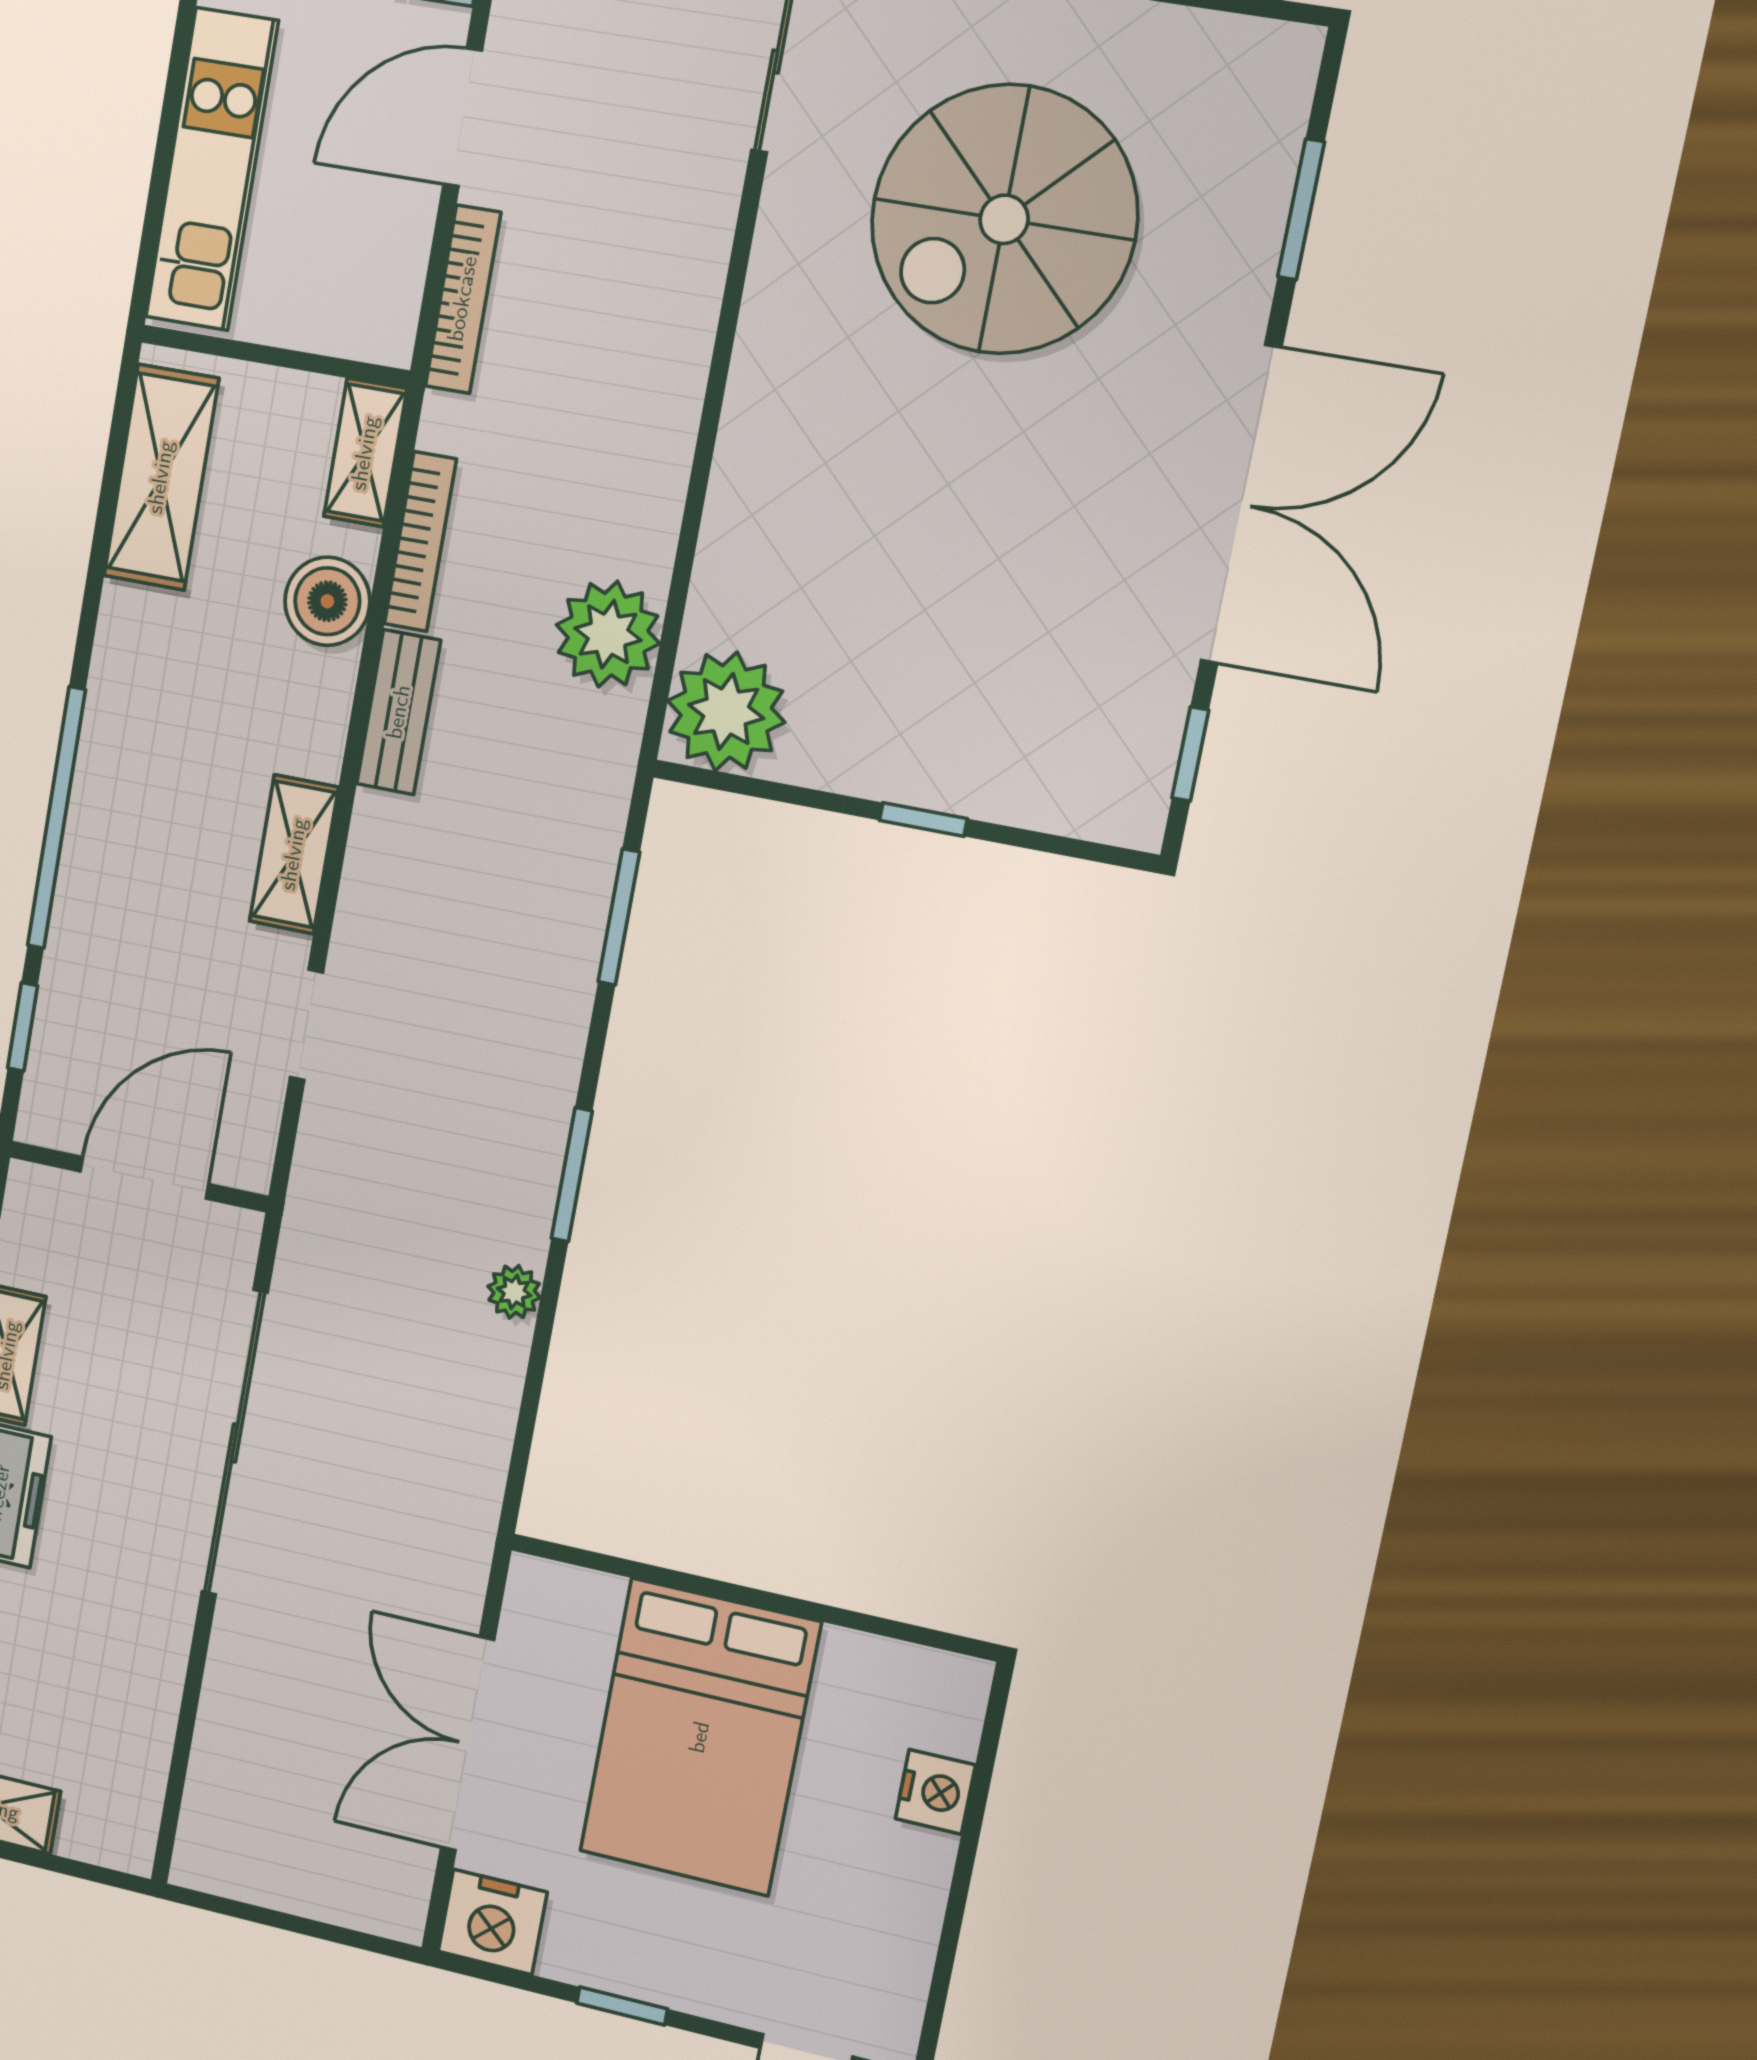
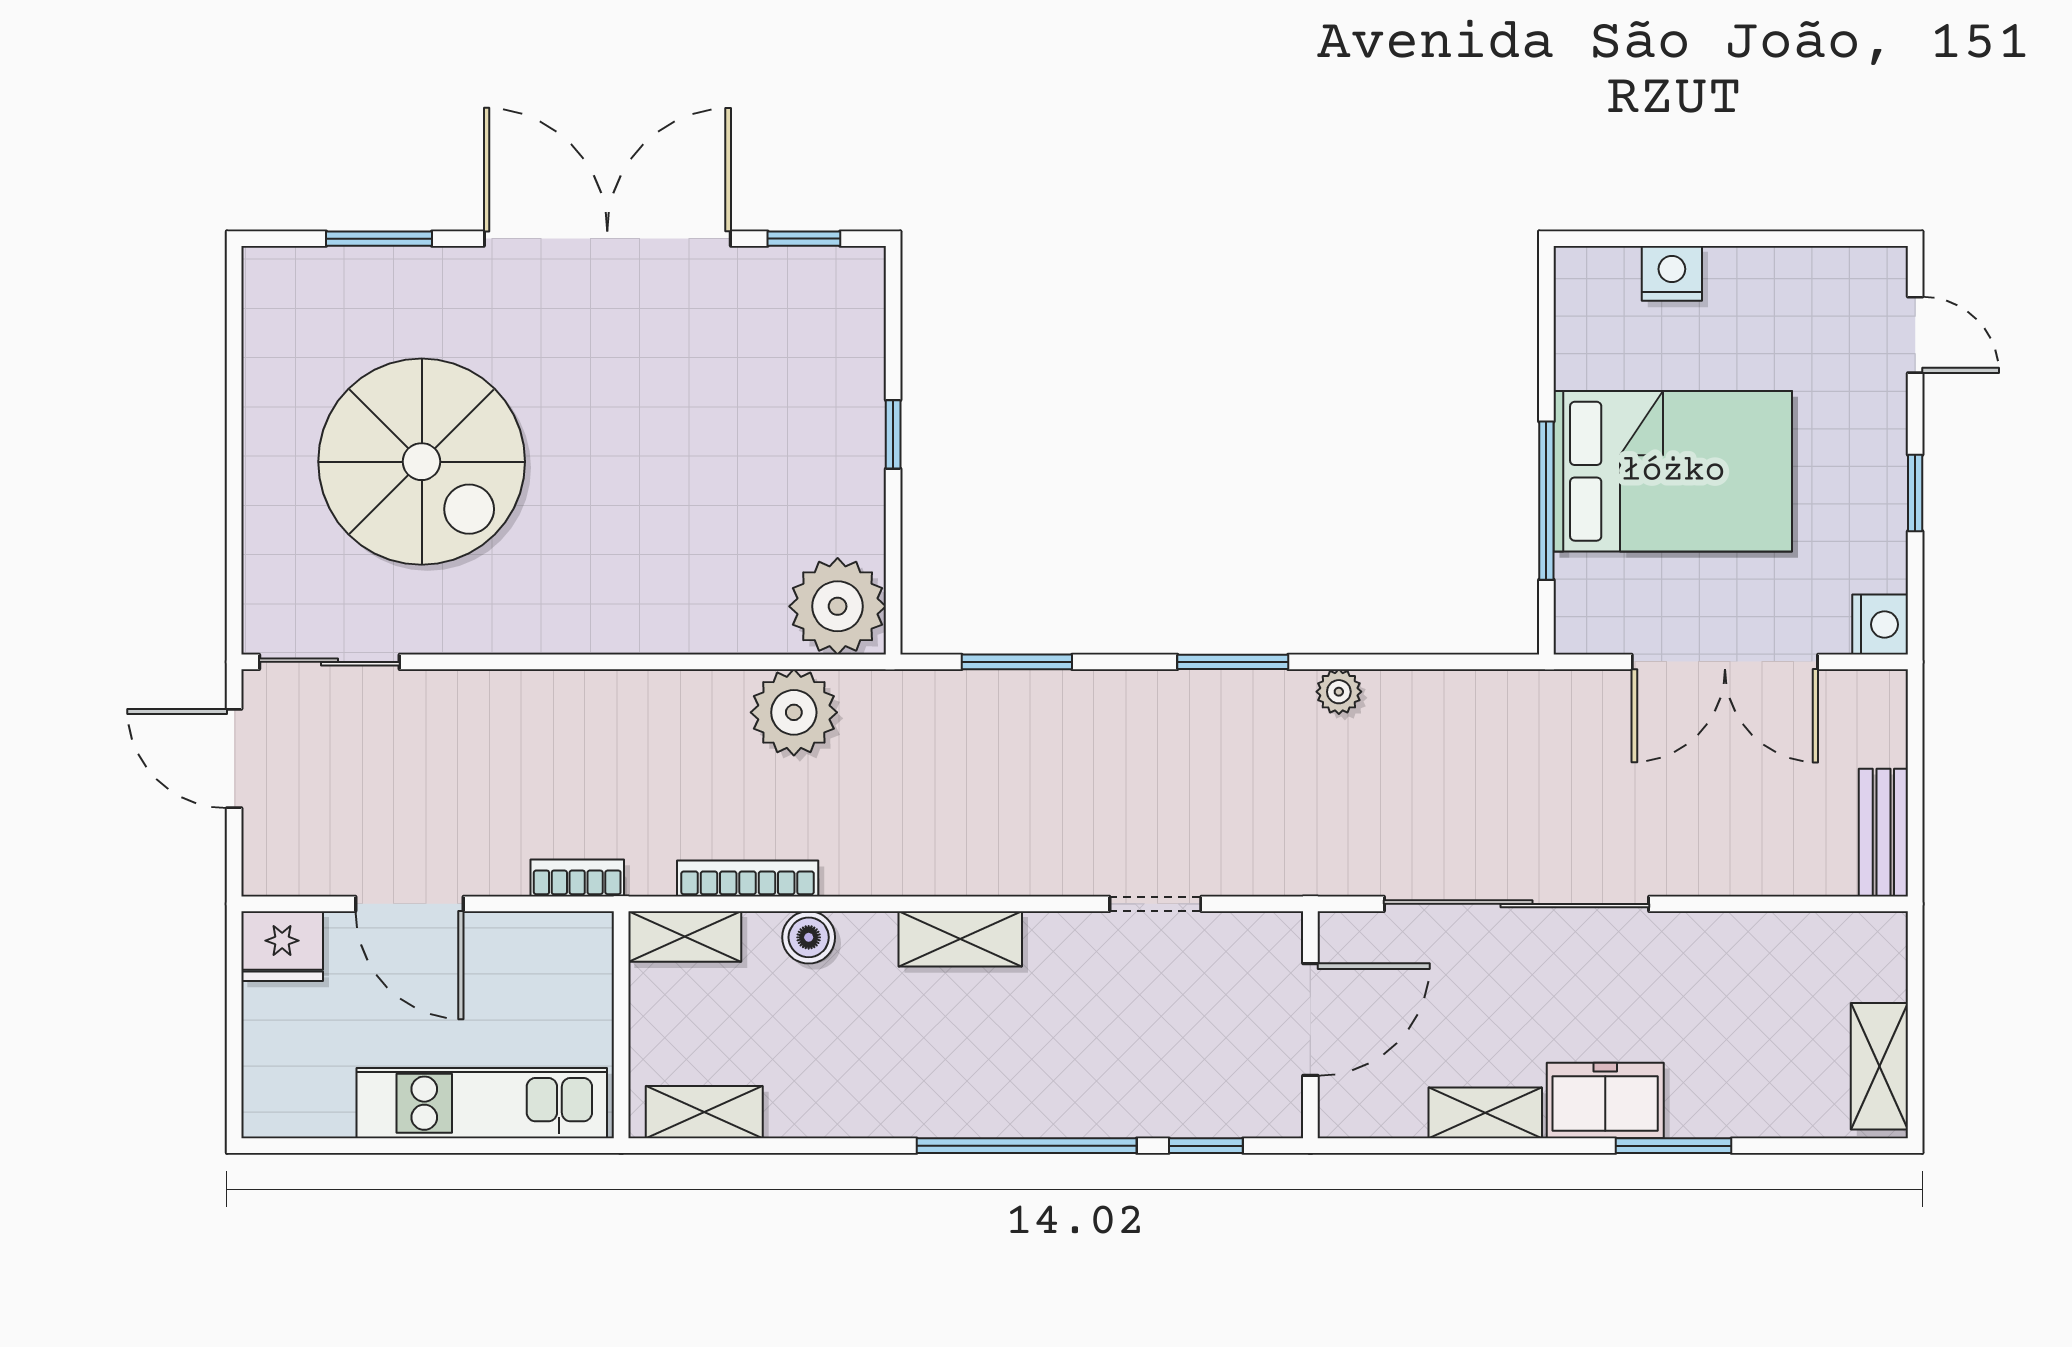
bookcase: (463, 299) -> (577, 878), width x0.64
shelving: (161, 477) -> (704, 1112), width x0.67, depth x0.75
boiler: (327, 601) -> (809, 937), width x0.73, depth x0.73
bench: (399, 712) -> (1883, 833), moved, turned 90
shelving: (294, 854) -> (960, 939), moved
door: (144, 1178) -> (1310, 1020), swing flipped
window: (693, 1583) -> (1546, 501), added
nightstand: (493, 1922) -> (1880, 624), width x0.74, depth x0.75

